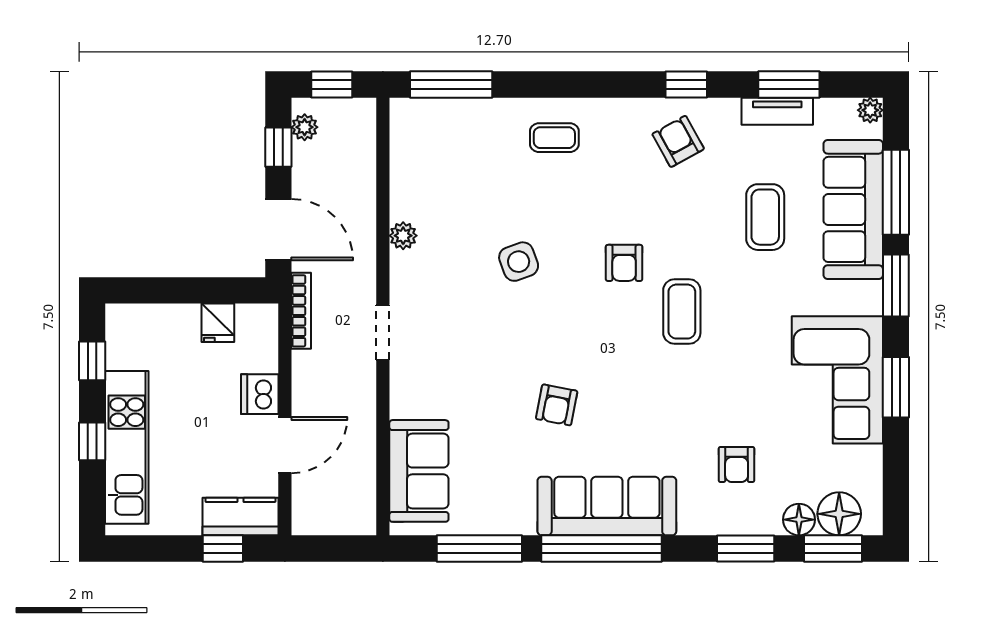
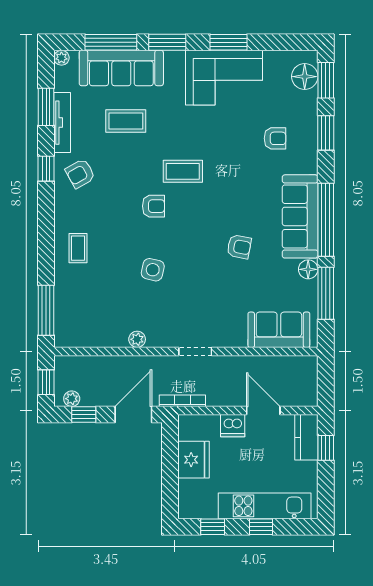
tv unit: (777, 111) -> (62, 123), width x1.41
side table: (519, 262) -> (153, 270), turned 33
fridge: (218, 323) -> (194, 460), width x1.88, depth x1.34
floor lamp: (799, 520) -> (308, 269), moved

